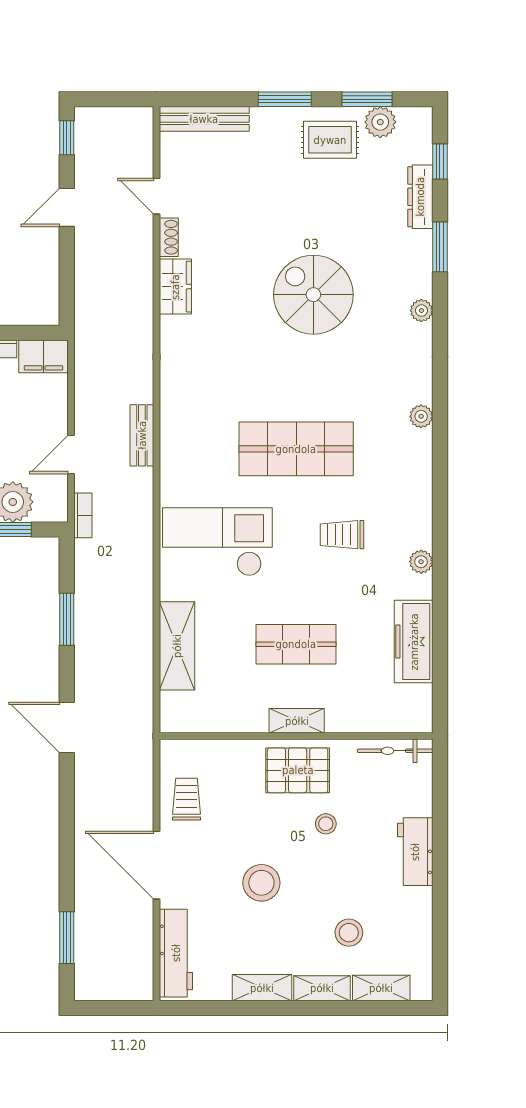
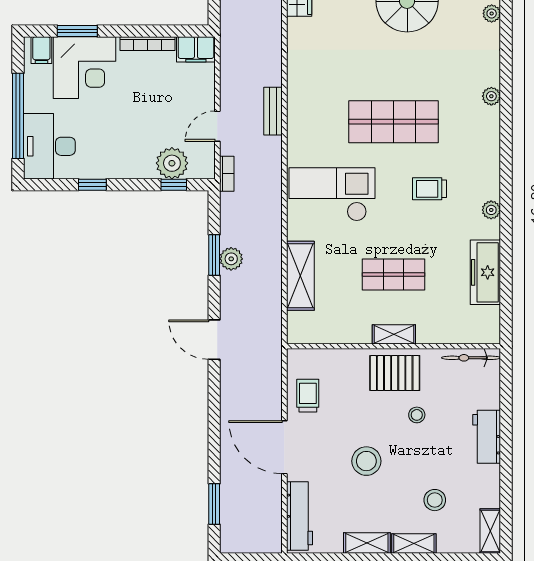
plant: (89, 624) -> (231, 259), added
shelving: (381, 988) -> (490, 531), moved, turned 90

